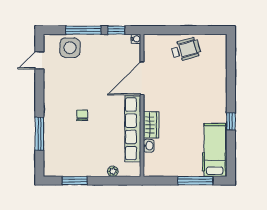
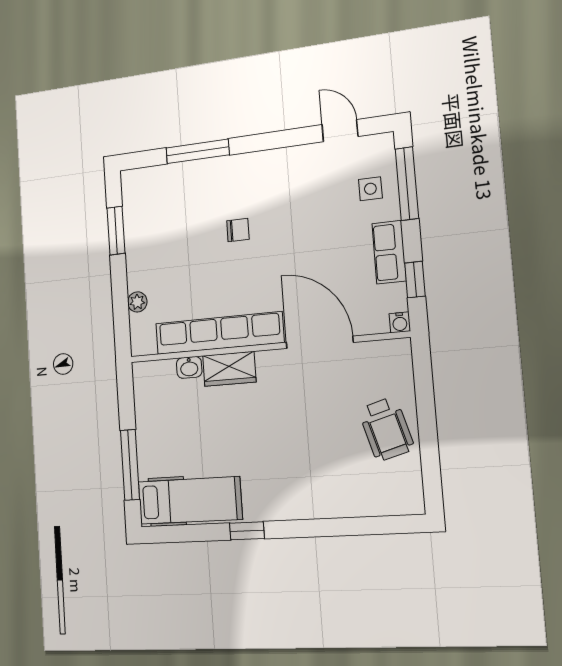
window: (83, 30) -> (407, 184), moved
row of seats: (102, 41) -> (389, 252), added
side table: (70, 48) -> (370, 189), width x0.54, depth x0.54

